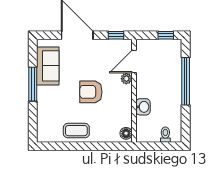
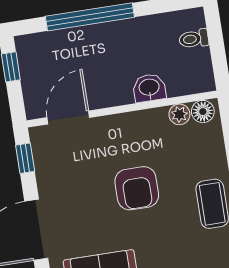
door: (134, 61) -> (68, 118), swing flipped
plant: (126, 79) -> (179, 114), moved

